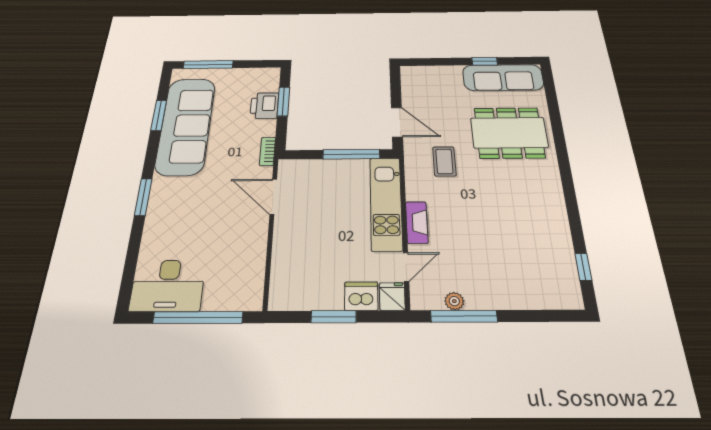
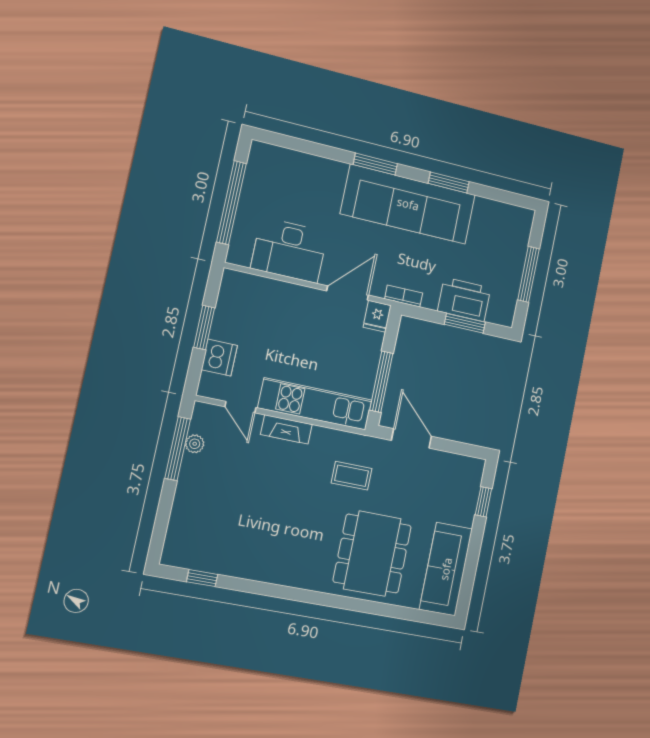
window: (485, 61) -> (483, 502), moved
window: (208, 65) -> (528, 274), moved
printer: (264, 106) -> (464, 299), width x1.37, depth x1.19
window: (159, 116) -> (449, 183), moved
door: (397, 122) -> (411, 438), swing flipped
sofa: (186, 126) -> (408, 204), moved
desk: (168, 285) -> (289, 250), moved, turned -90
fridge: (392, 296) -> (377, 316), moved, turned 90

